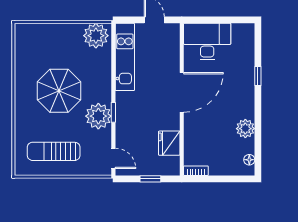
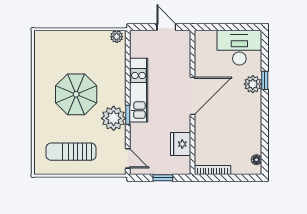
plant: (96, 36) -> (117, 37), width x0.53, depth x0.53
desk: (207, 42) -> (239, 48), moved
kitchen unit: (125, 57) -> (139, 90), moved
plant: (245, 129) -> (253, 84), moved
bookcase: (196, 171) -> (212, 170), width x1.56

